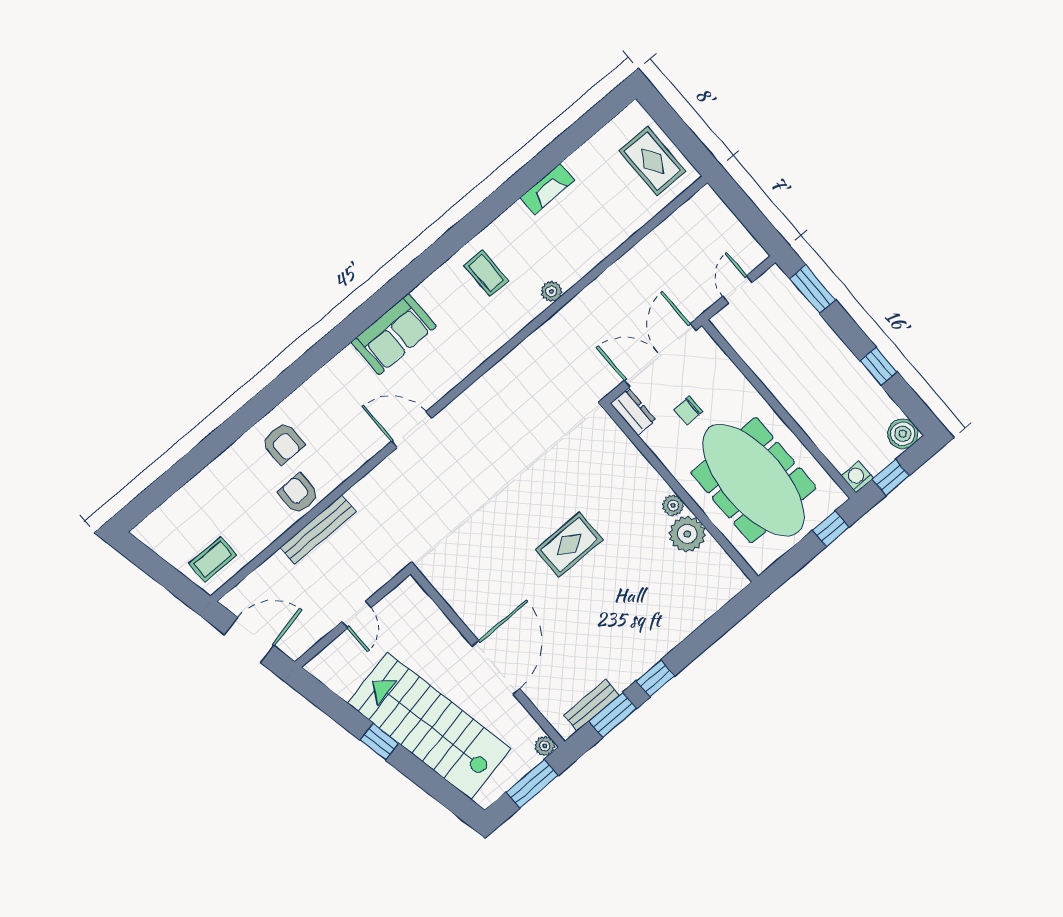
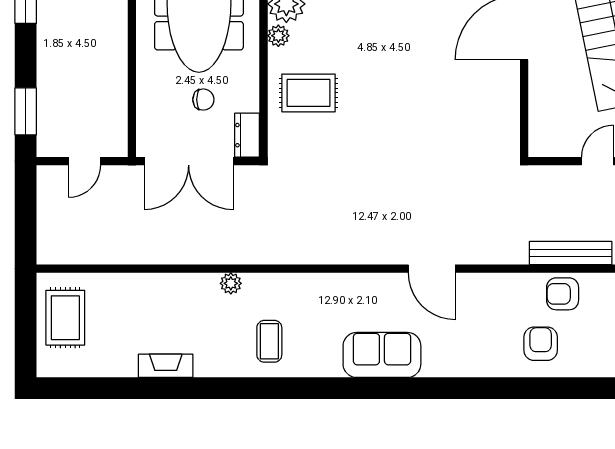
armchair: (298, 494) -> (563, 294), turned 90
rug: (569, 545) -> (308, 93), moved

